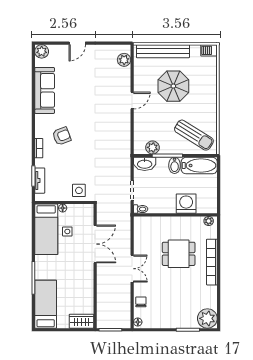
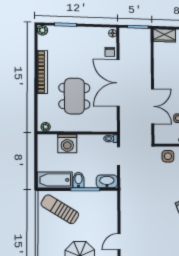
plant: (153, 147) -> (100, 197), removed
double door: (95, 244) -> (153, 106), swing flipped
dining table: (179, 254) -> (74, 96), width x1.38
bookcase: (212, 262) -> (42, 72), moved
double door: (132, 269) -> (118, 83), width x1.87
plant: (207, 318) -> (42, 30), width x0.53, depth x0.53

